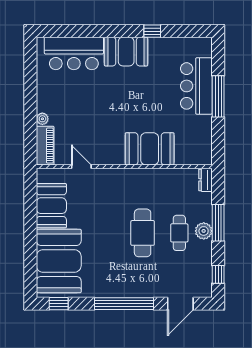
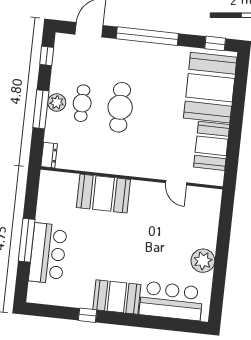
plant: (42, 119) -> (203, 261), moved, width x1.88, depth x1.88
piano: (45, 146) -> (211, 209), removed

